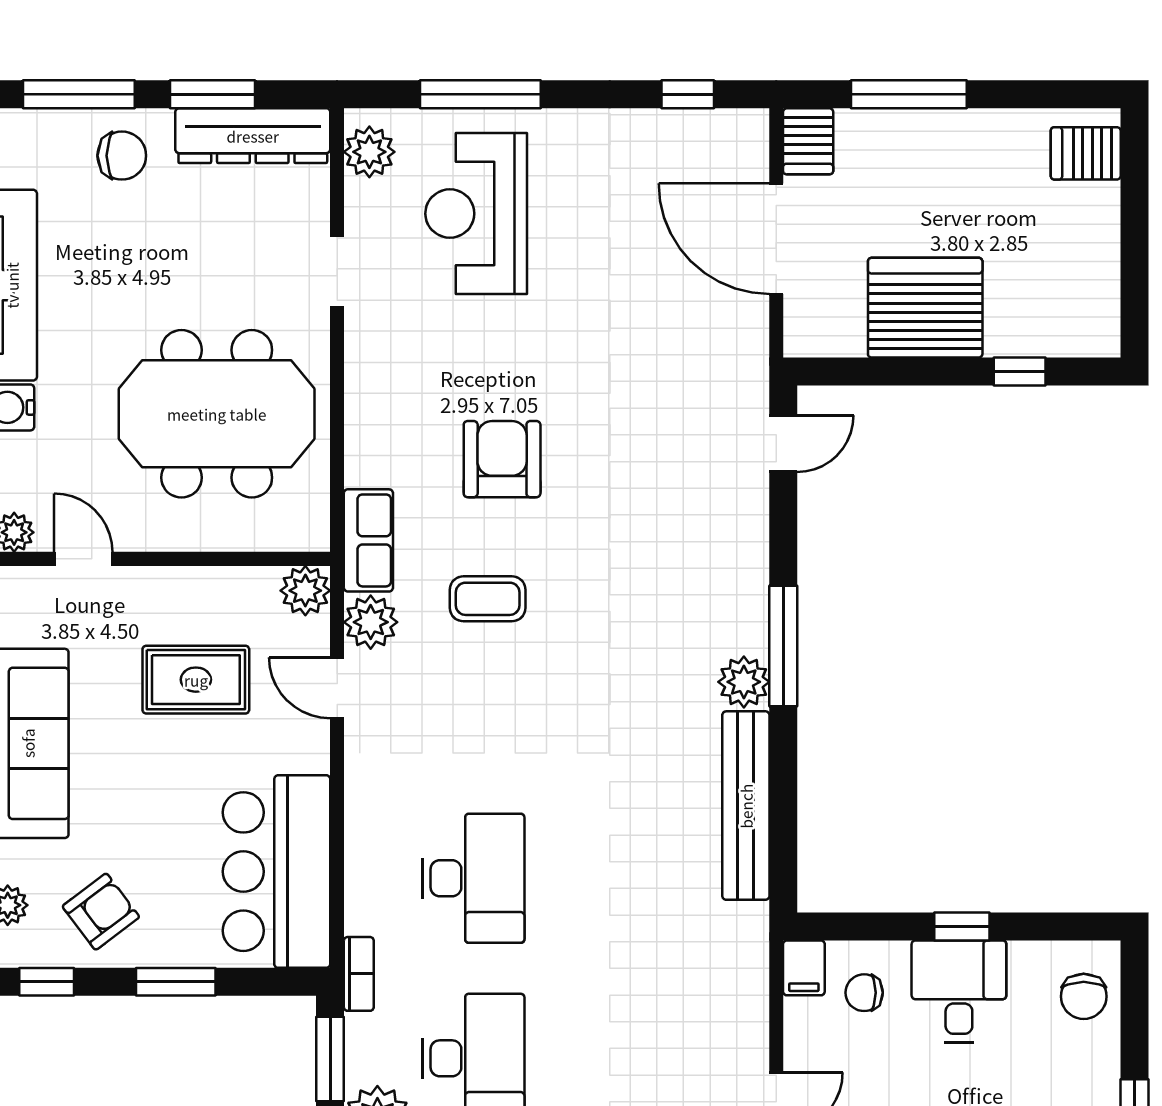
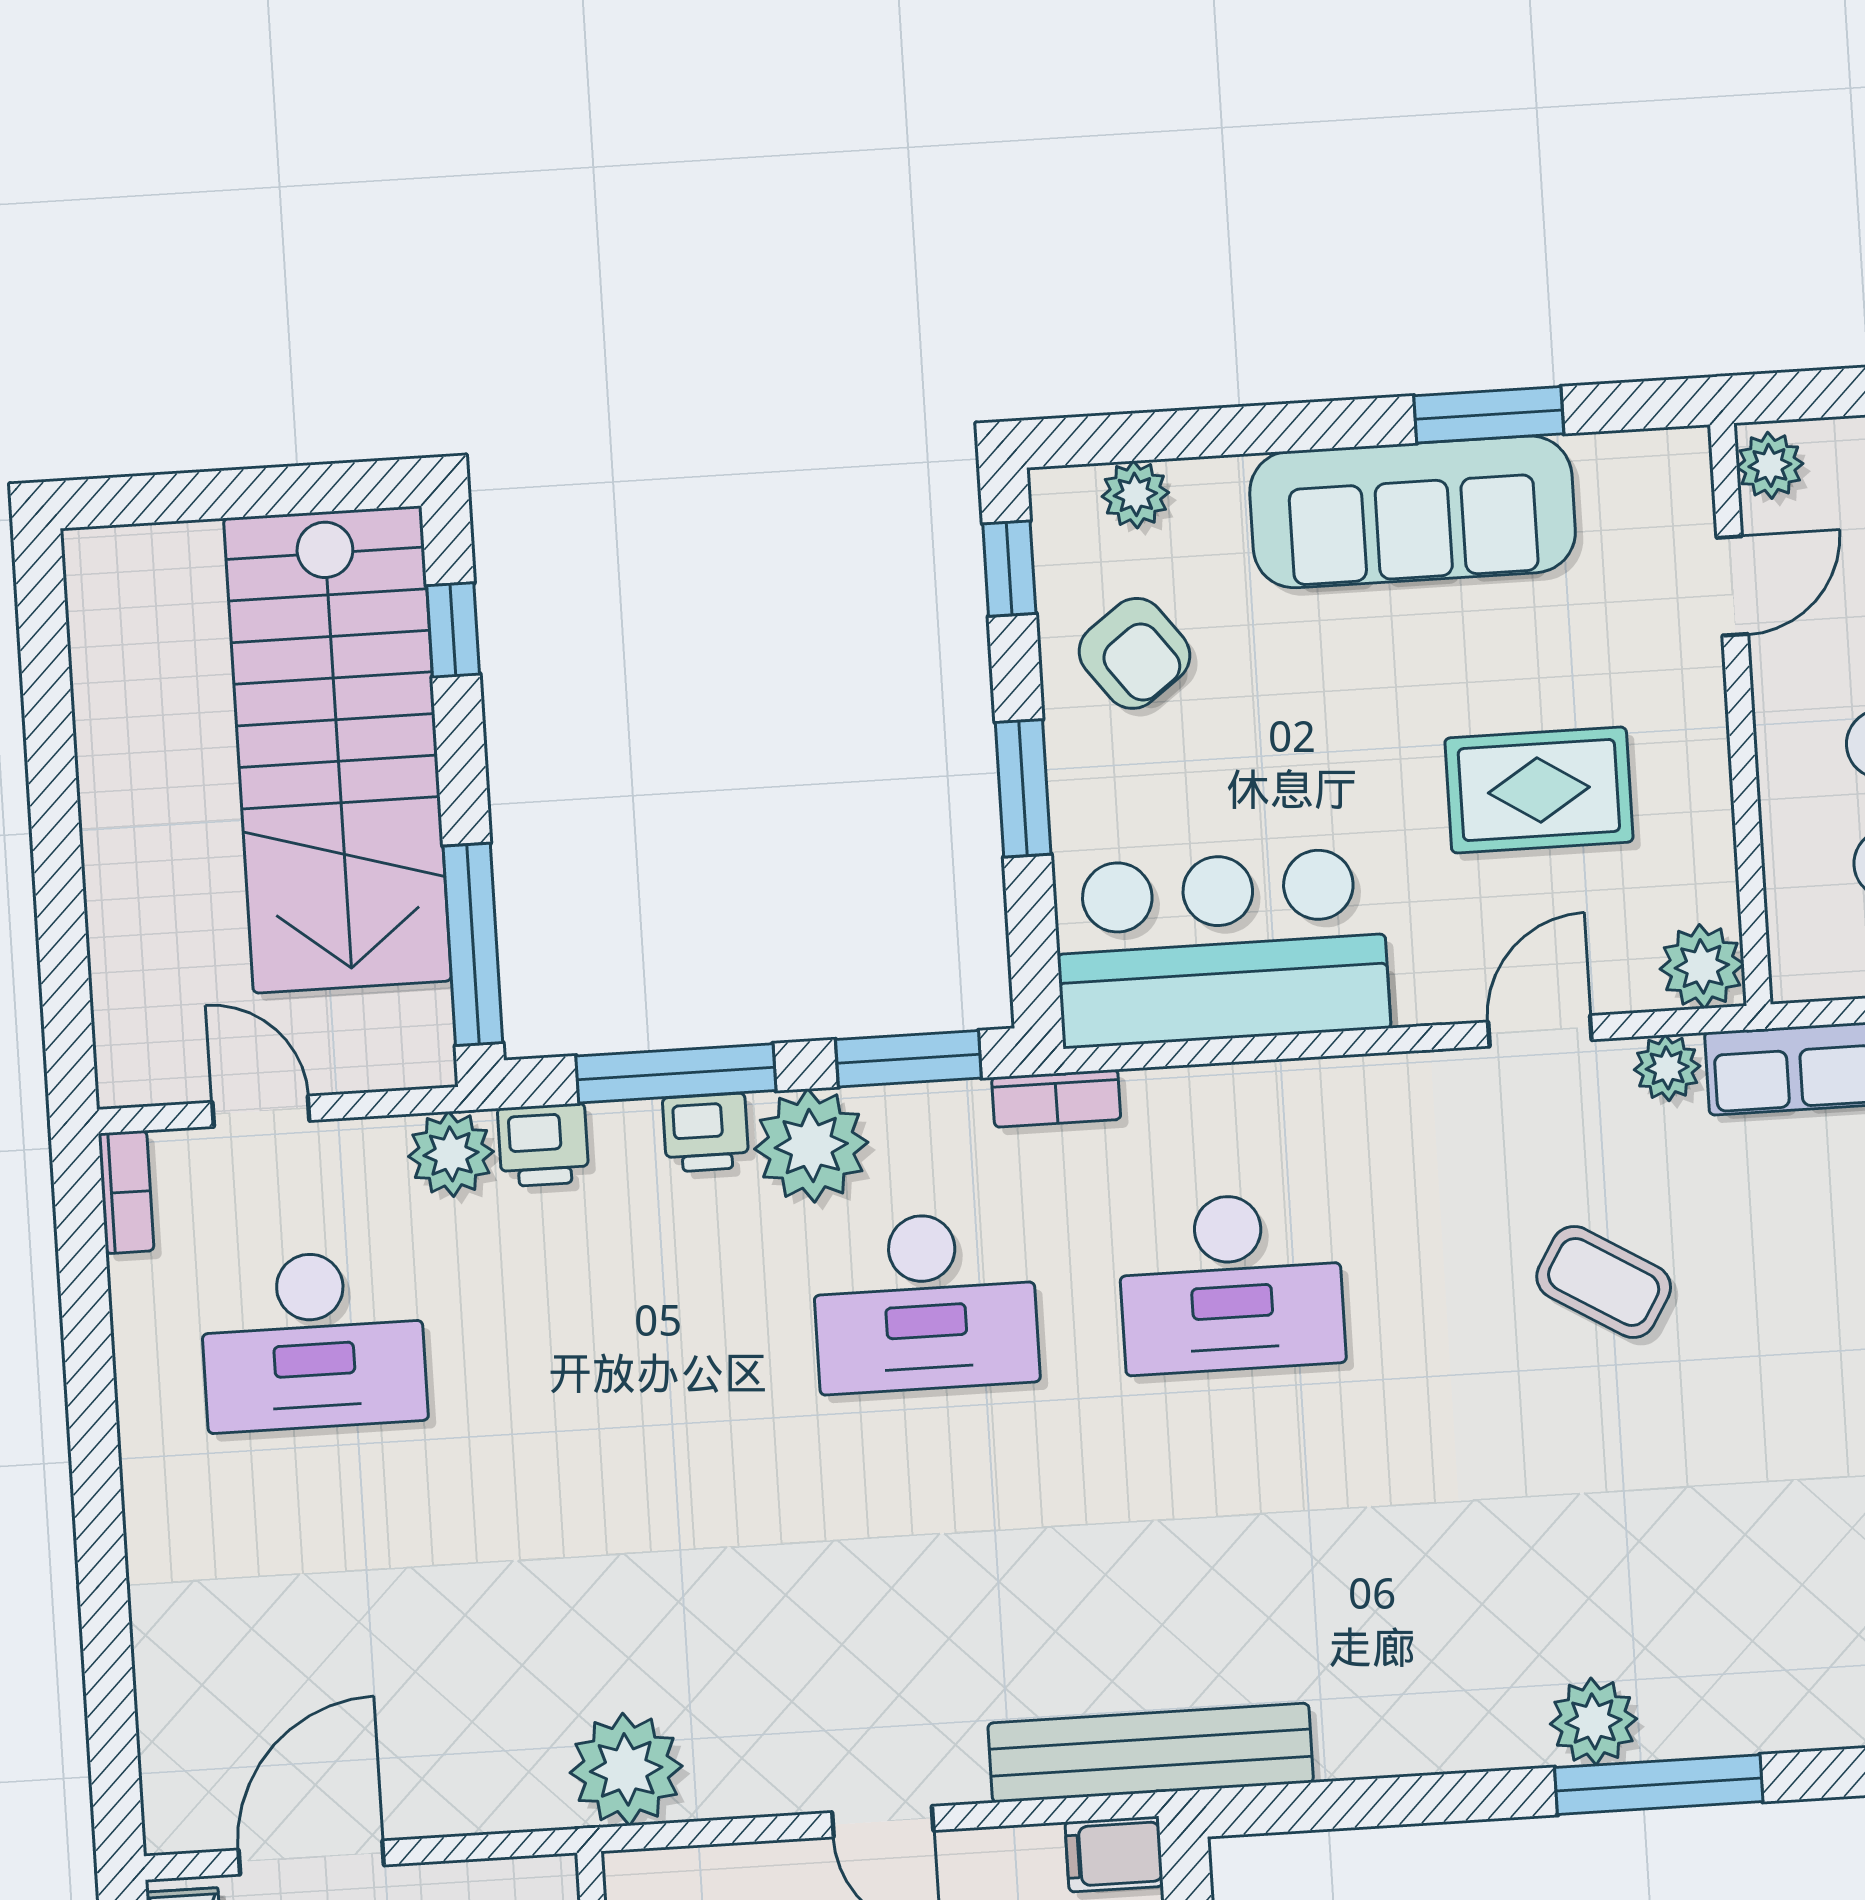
coffee table: (488, 599) -> (1604, 1282), moved, turned -59
plant: (371, 622) -> (1667, 1068), width x0.73, depth x0.73
rug: (196, 680) -> (1539, 790), turned 90
bench: (746, 806) -> (1151, 1753), moved

